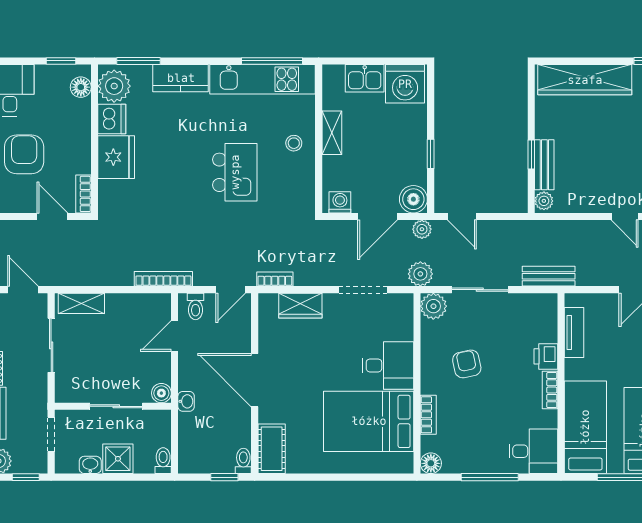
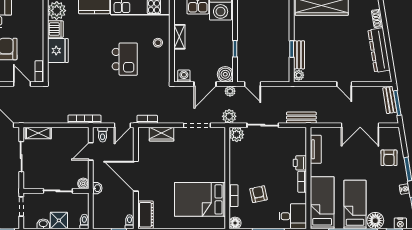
floor lamp: (81, 87) -> (38, 11), removed
armchair: (467, 364) -> (259, 194), moved
desk: (388, 365) -> (211, 168), removed

